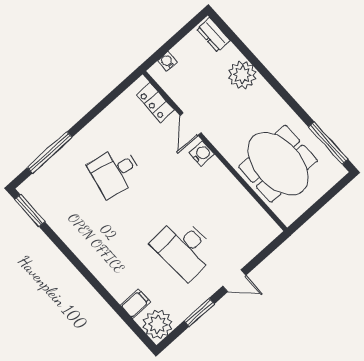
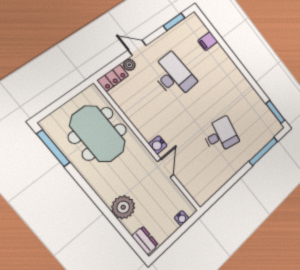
locker: (155, 103) -> (113, 78), moved, turned 90
window: (199, 312) -> (174, 22), moved
plant: (158, 324) -> (129, 65), moved, width x0.53, depth x0.53

